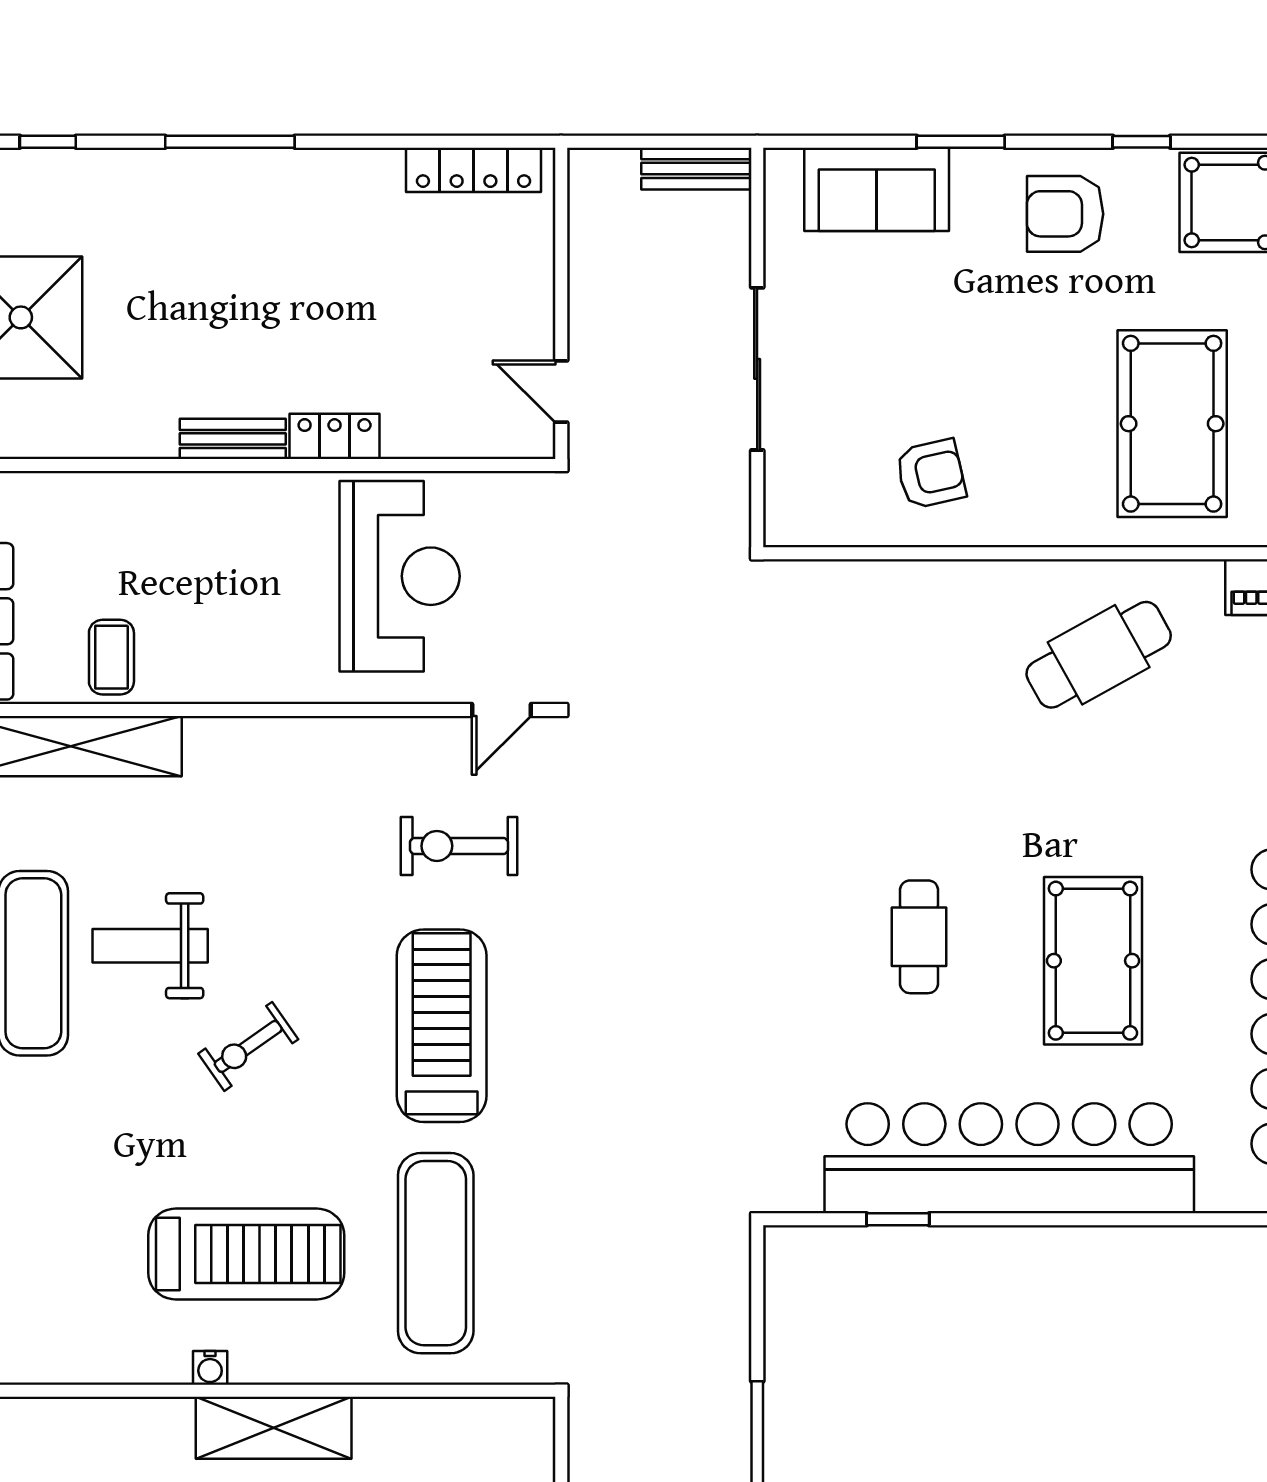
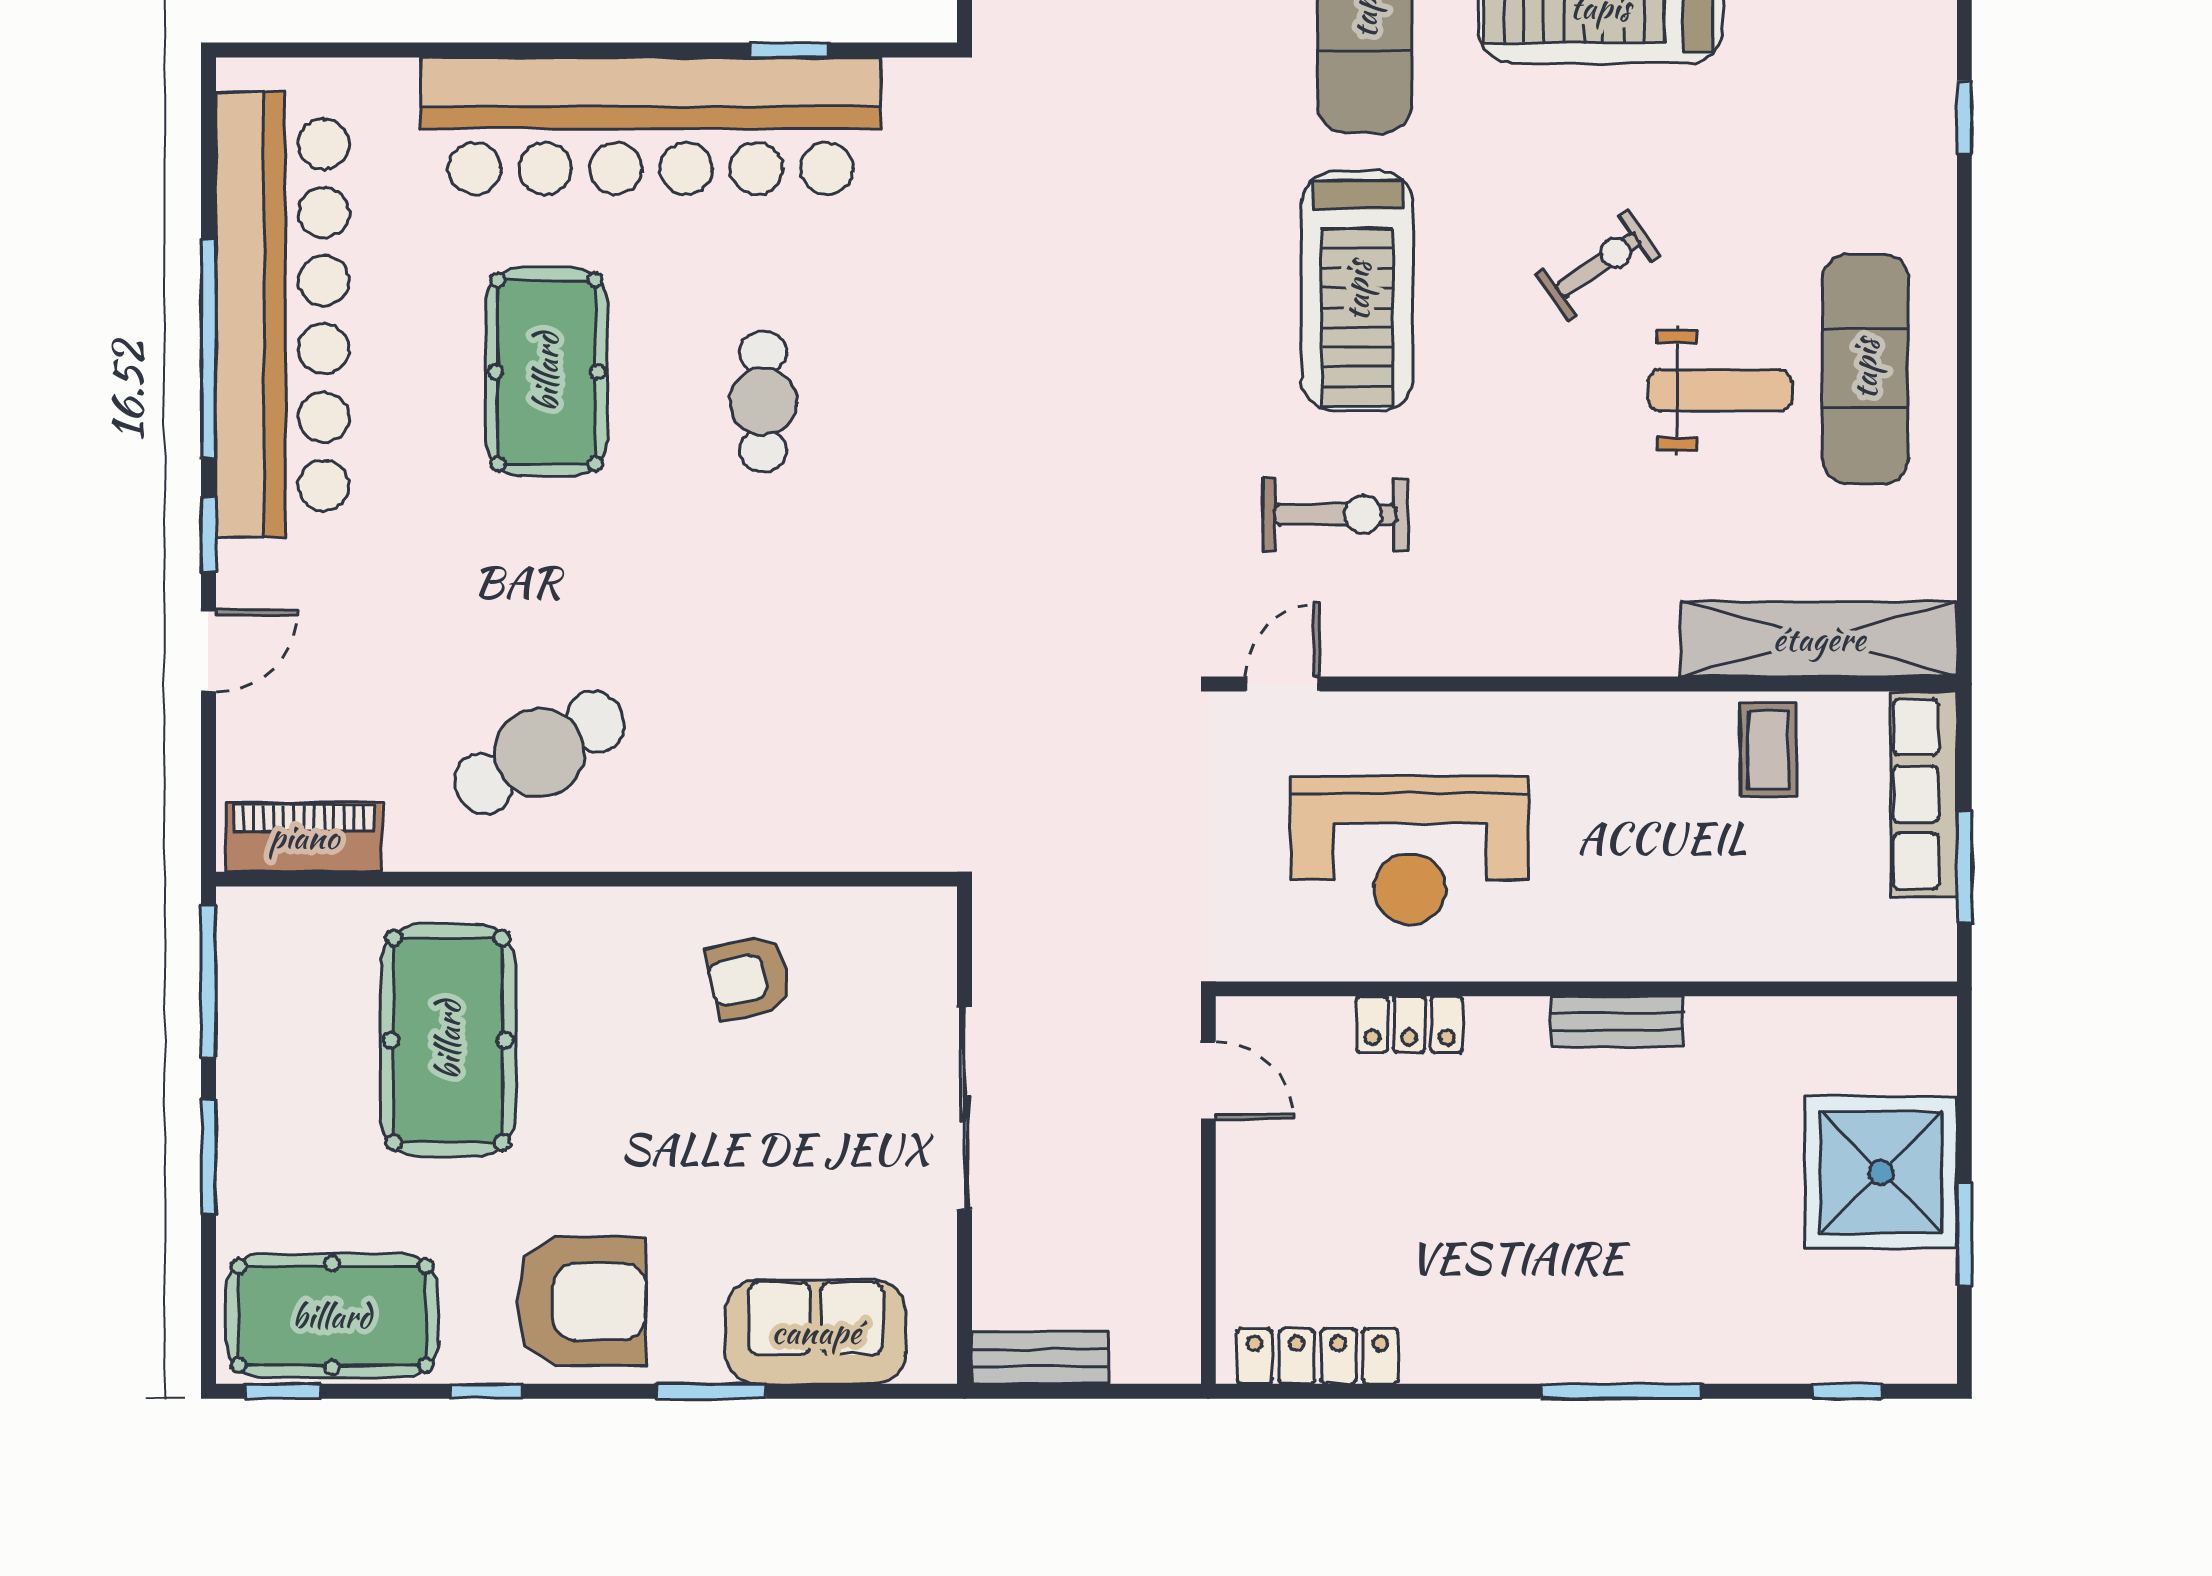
armchair: (1065, 214) -> (581, 1301), width x1.36, depth x1.36
locker: (335, 436) -> (1409, 1024), moved
reception desk: (400, 576) -> (1410, 850), turned -90

